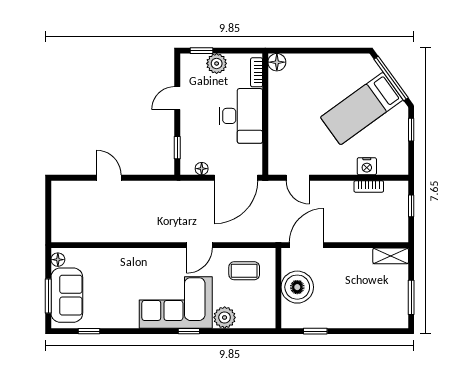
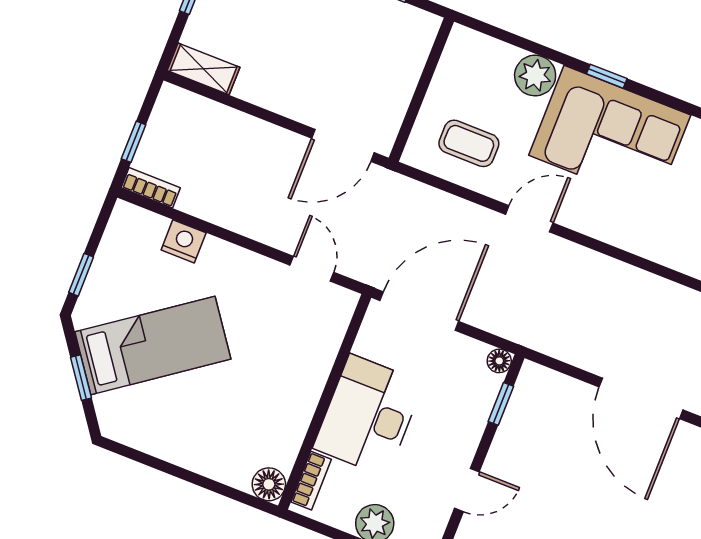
window: (391, 78) -> (81, 378), width x0.46
floor lamp: (202, 169) -> (499, 361), moved
door: (109, 178) -> (641, 398), width x1.87
bookcase: (369, 186) -> (151, 188), moved
boiler: (297, 287) -> (388, 79), removed

